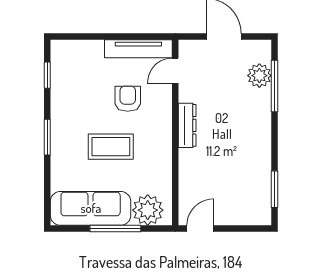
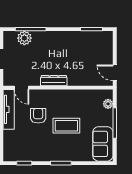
armchair: (128, 99) -> (38, 116), turned 90
coffee table: (111, 147) -> (66, 126), turned 90
sofa: (91, 208) -> (103, 144), width x0.73
plant: (148, 210) -> (108, 104), width x0.53, depth x0.53

